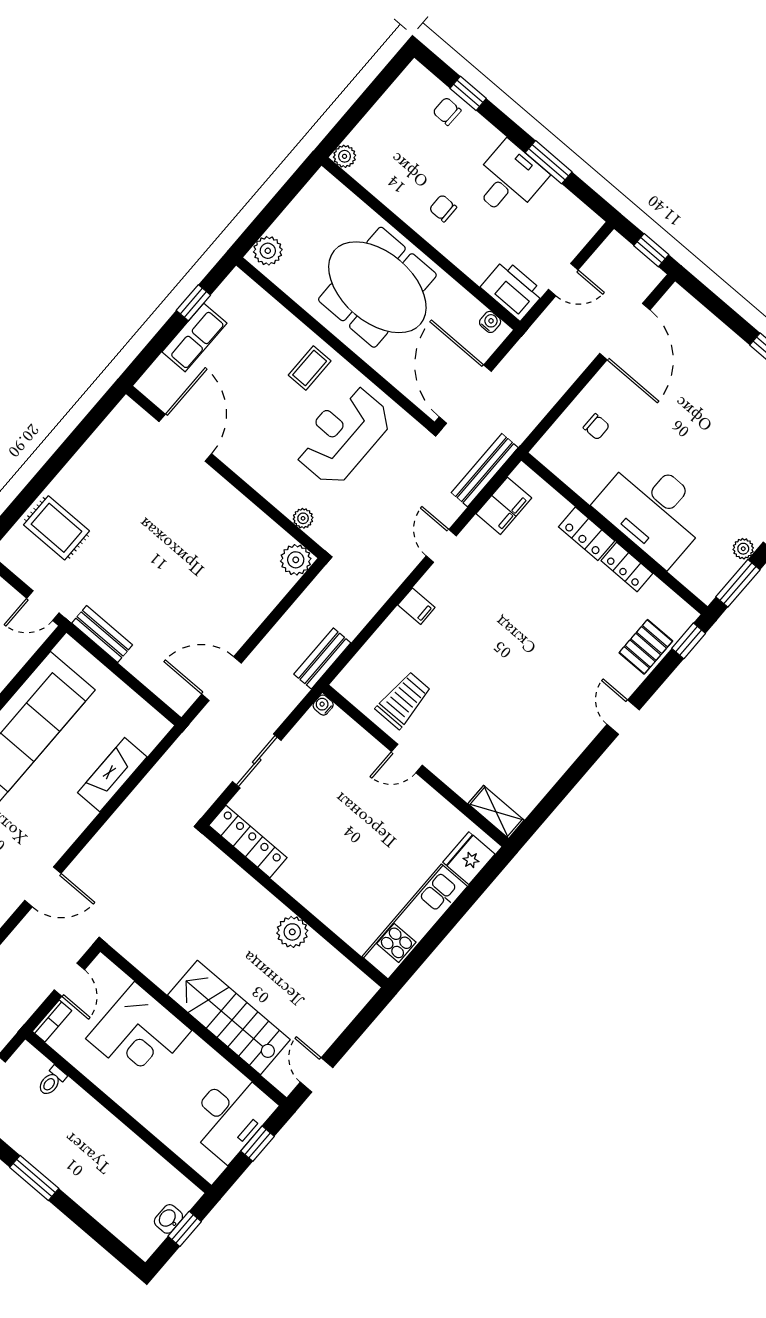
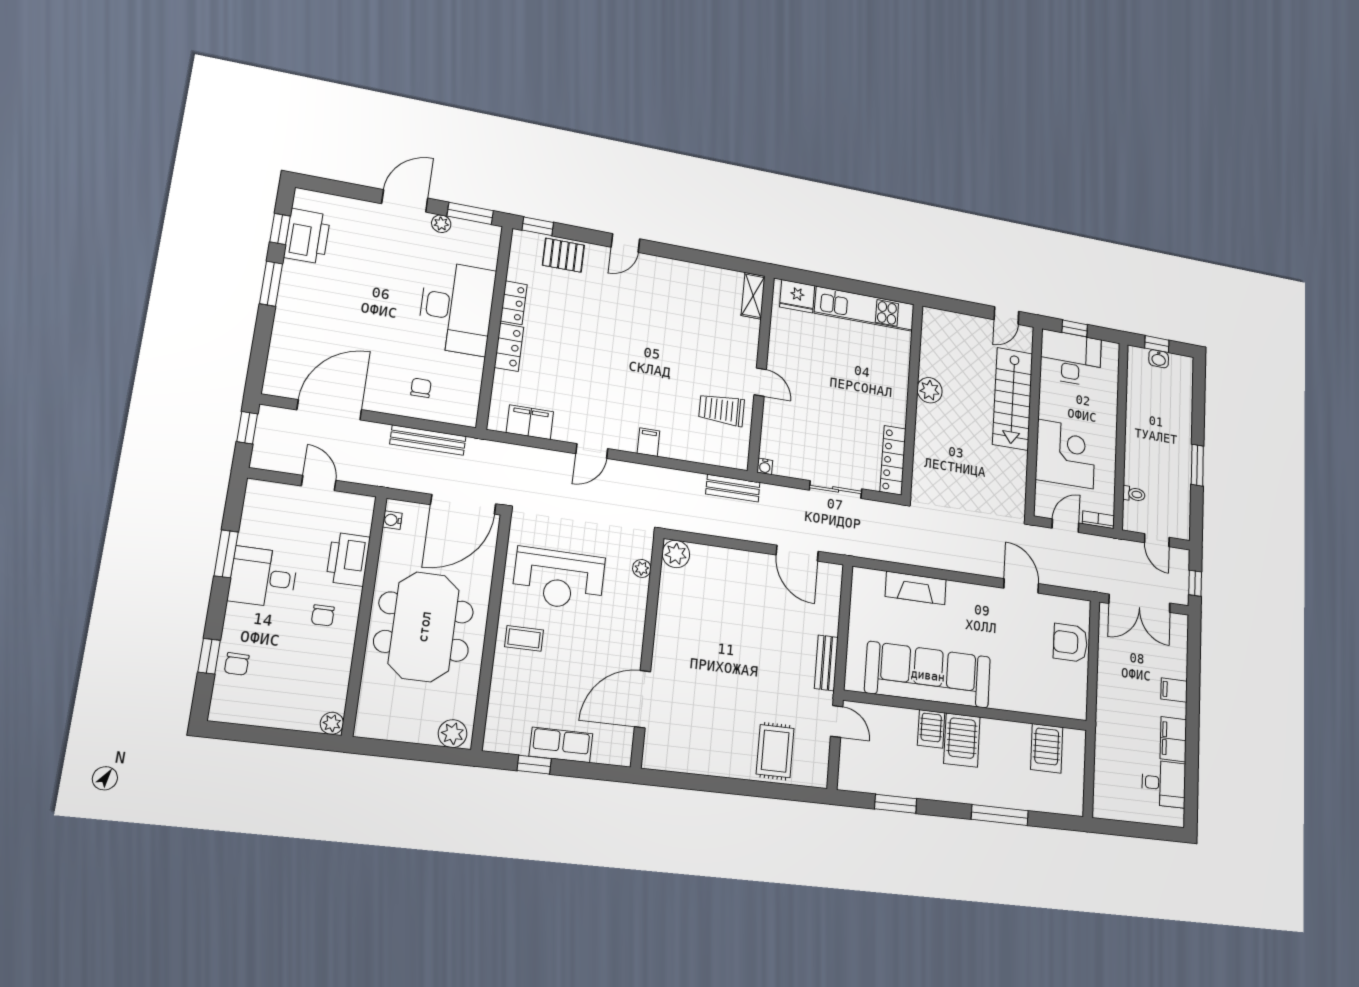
printer: (512, 290) -> (348, 559), moved
bench: (485, 470) -> (428, 440), moved

